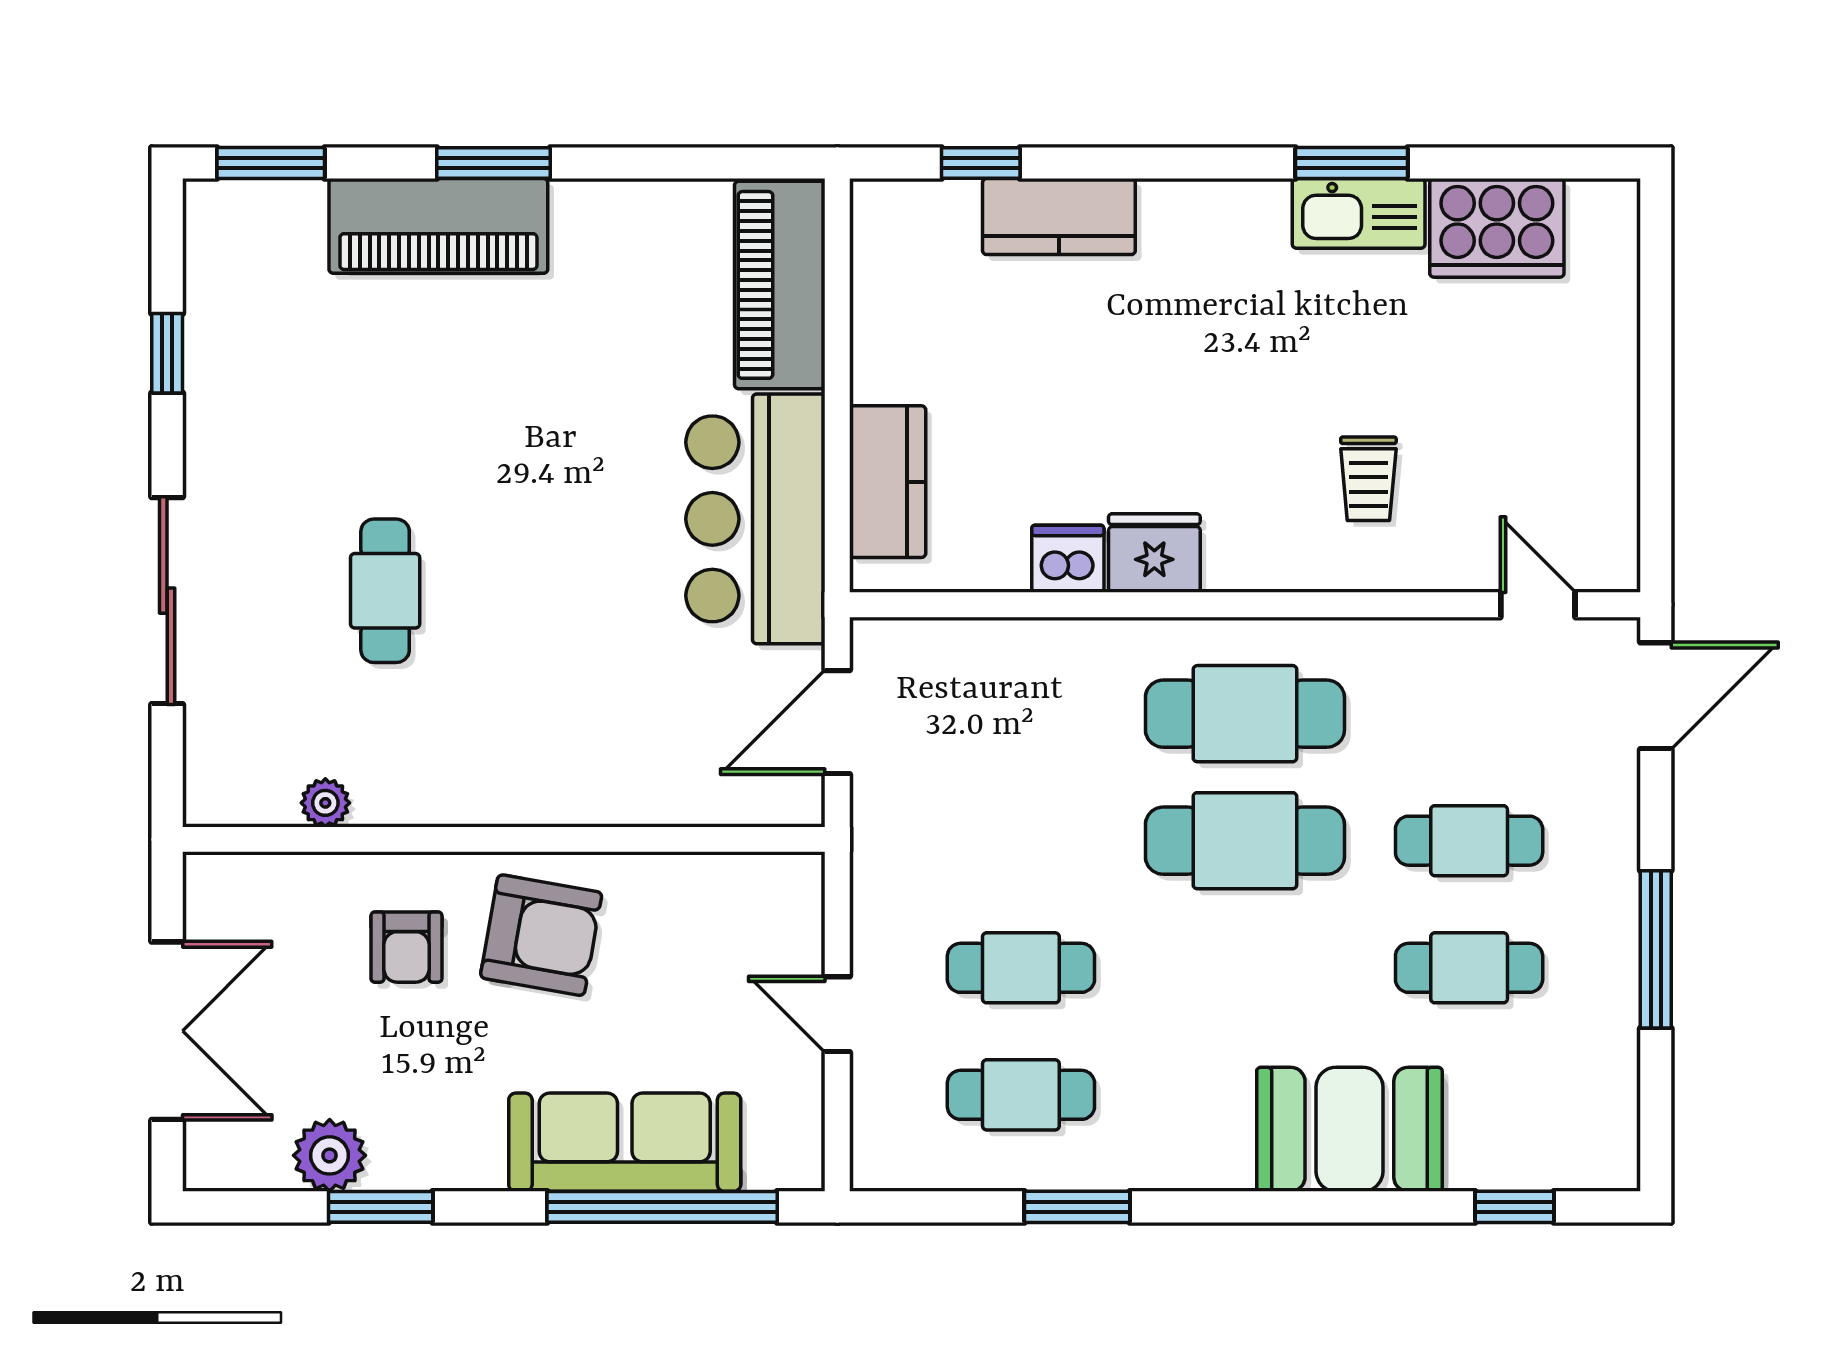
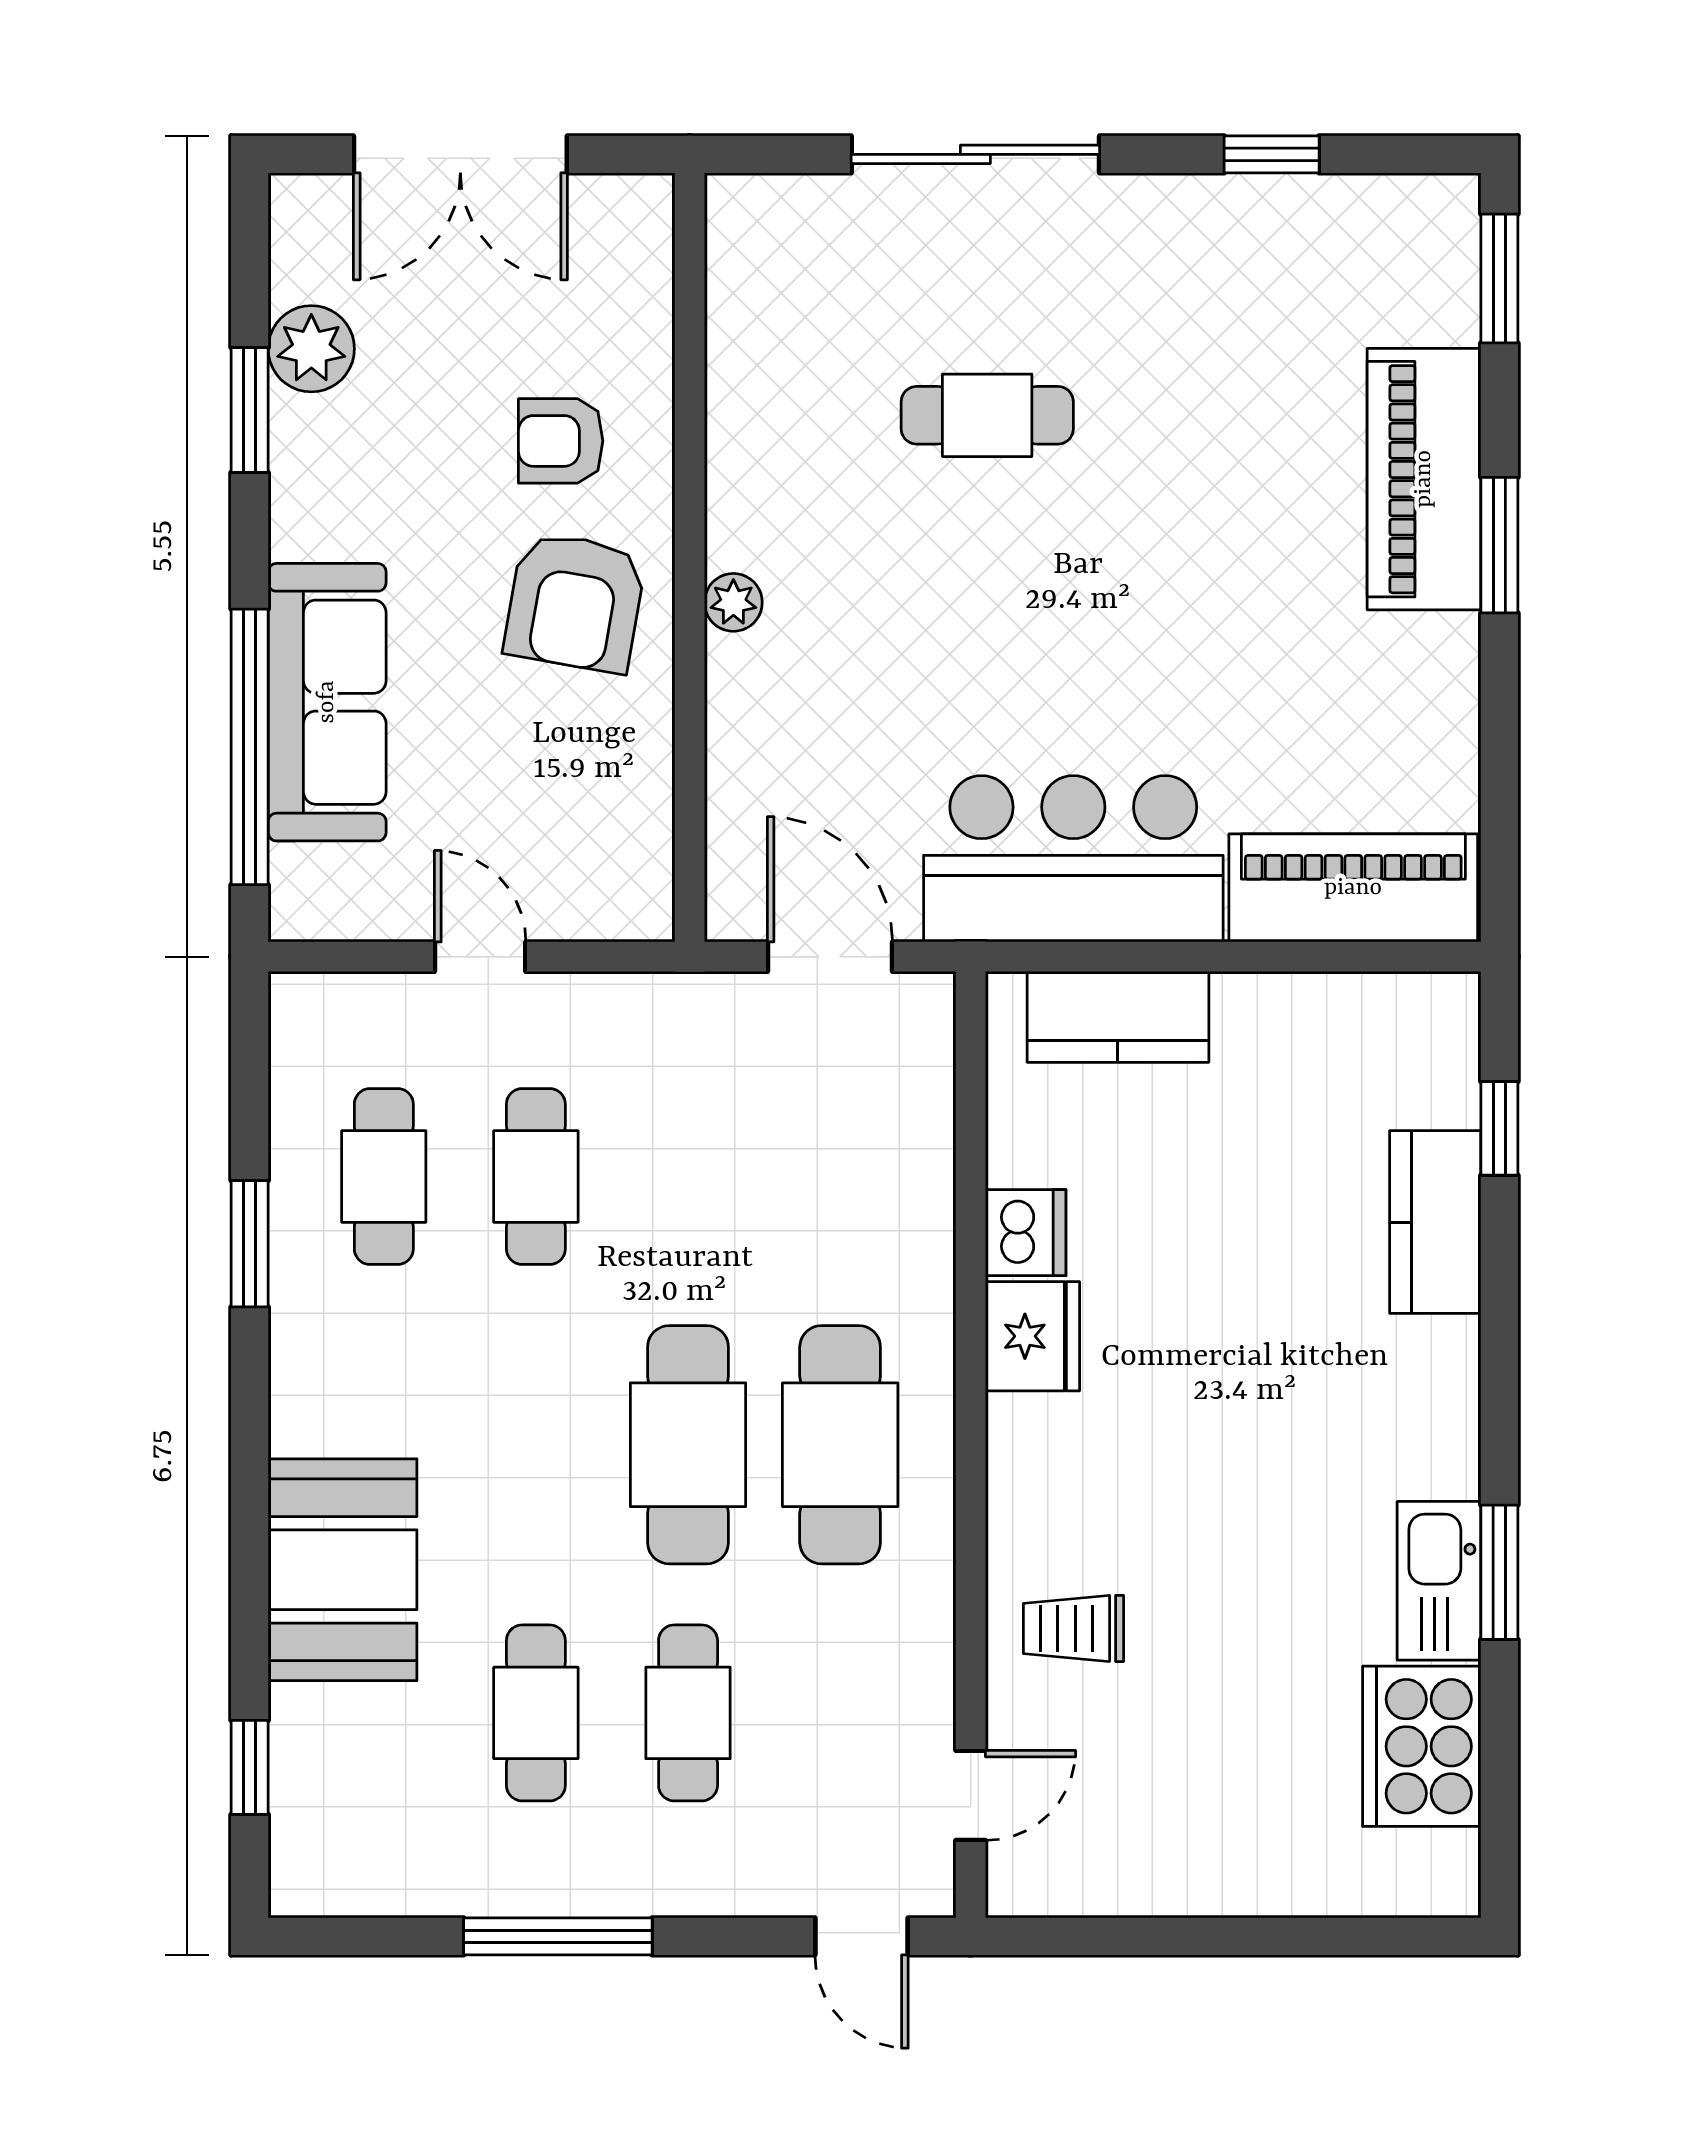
trolley: (1368, 479) -> (1074, 1628), moved
door: (1656, 696) -> (862, 1936), width x0.73
plant: (325, 803) -> (733, 602), moved
door: (837, 1014) -> (480, 957), hinge flipped

